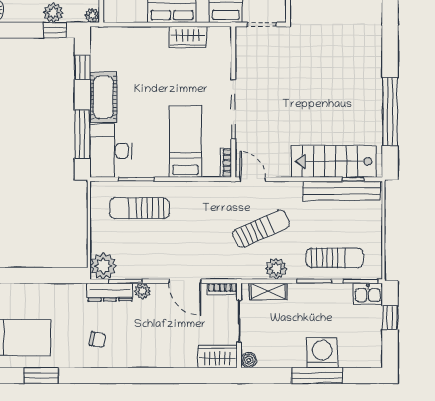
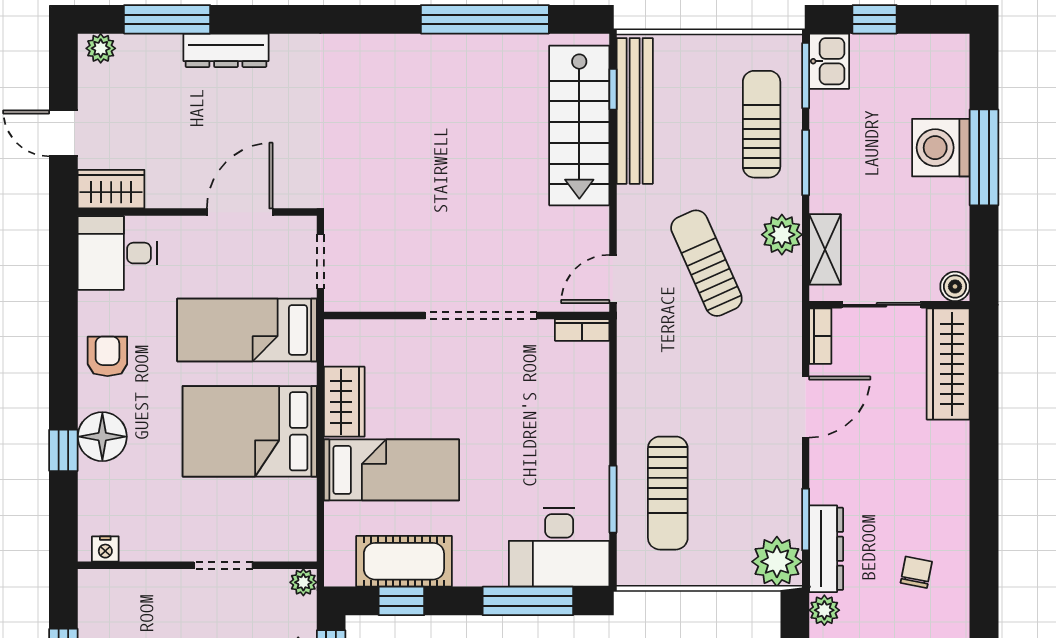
cot: (103, 97) -> (404, 561), moved
bed: (185, 142) -> (392, 470), moved, turned 180
plant: (142, 291) -> (824, 610), moved
wardrobe: (218, 357) -> (948, 364), width x1.50

